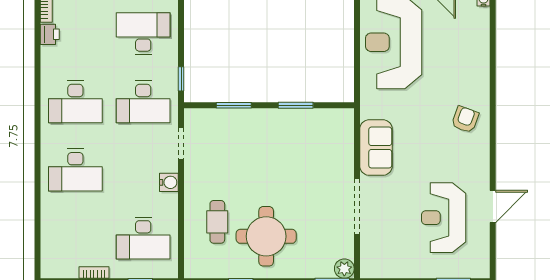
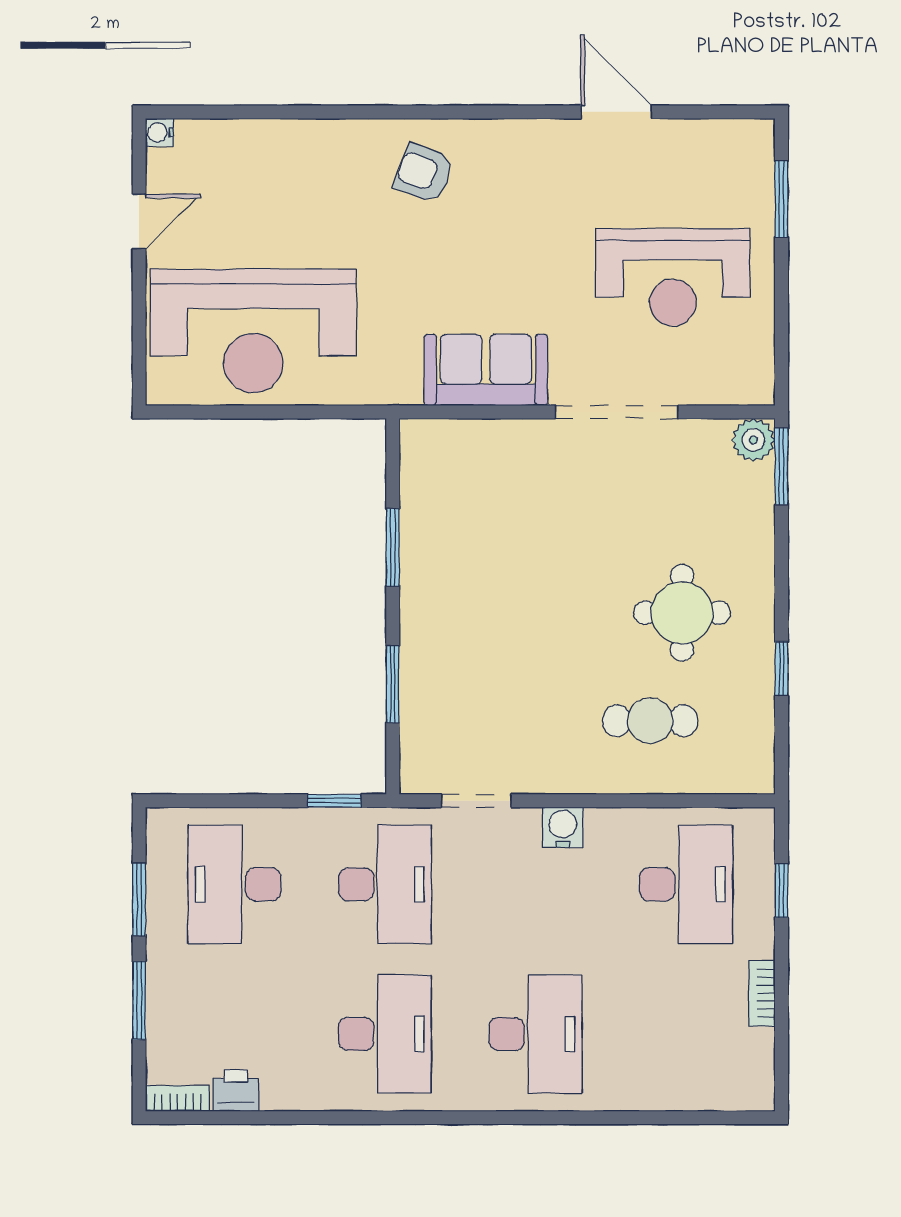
reception desk: (444, 218) -> (673, 277), moved
round table: (266, 236) -> (682, 613), width x0.73, depth x0.73

